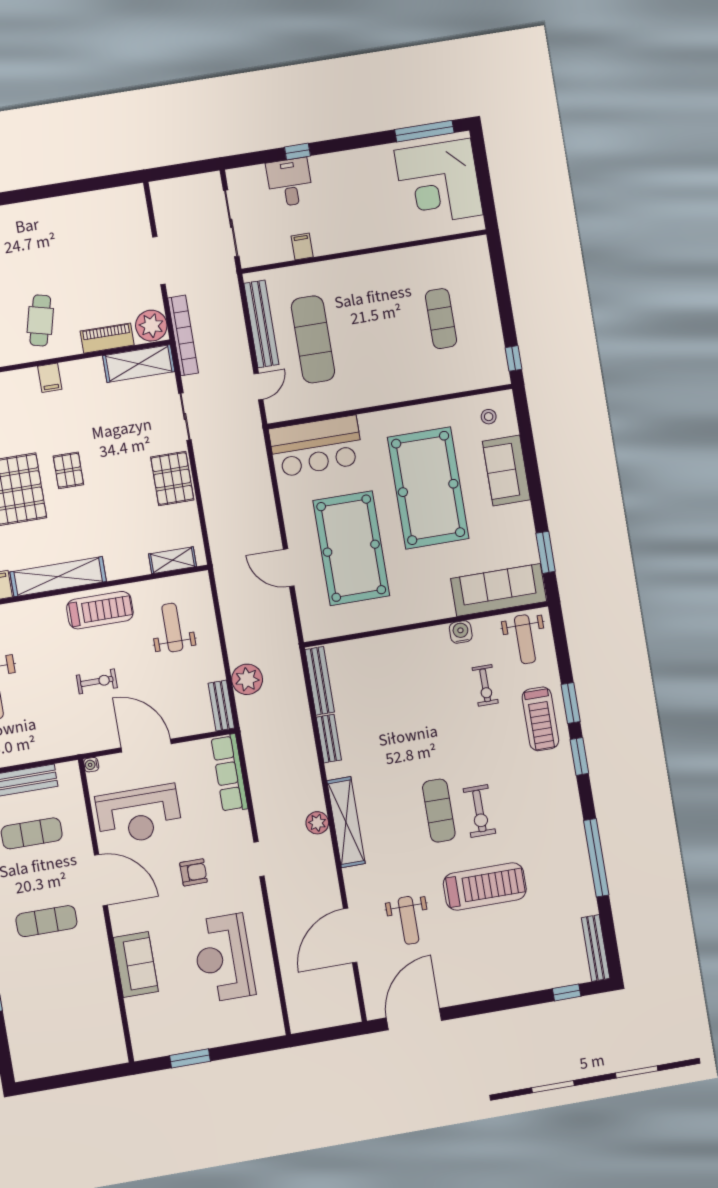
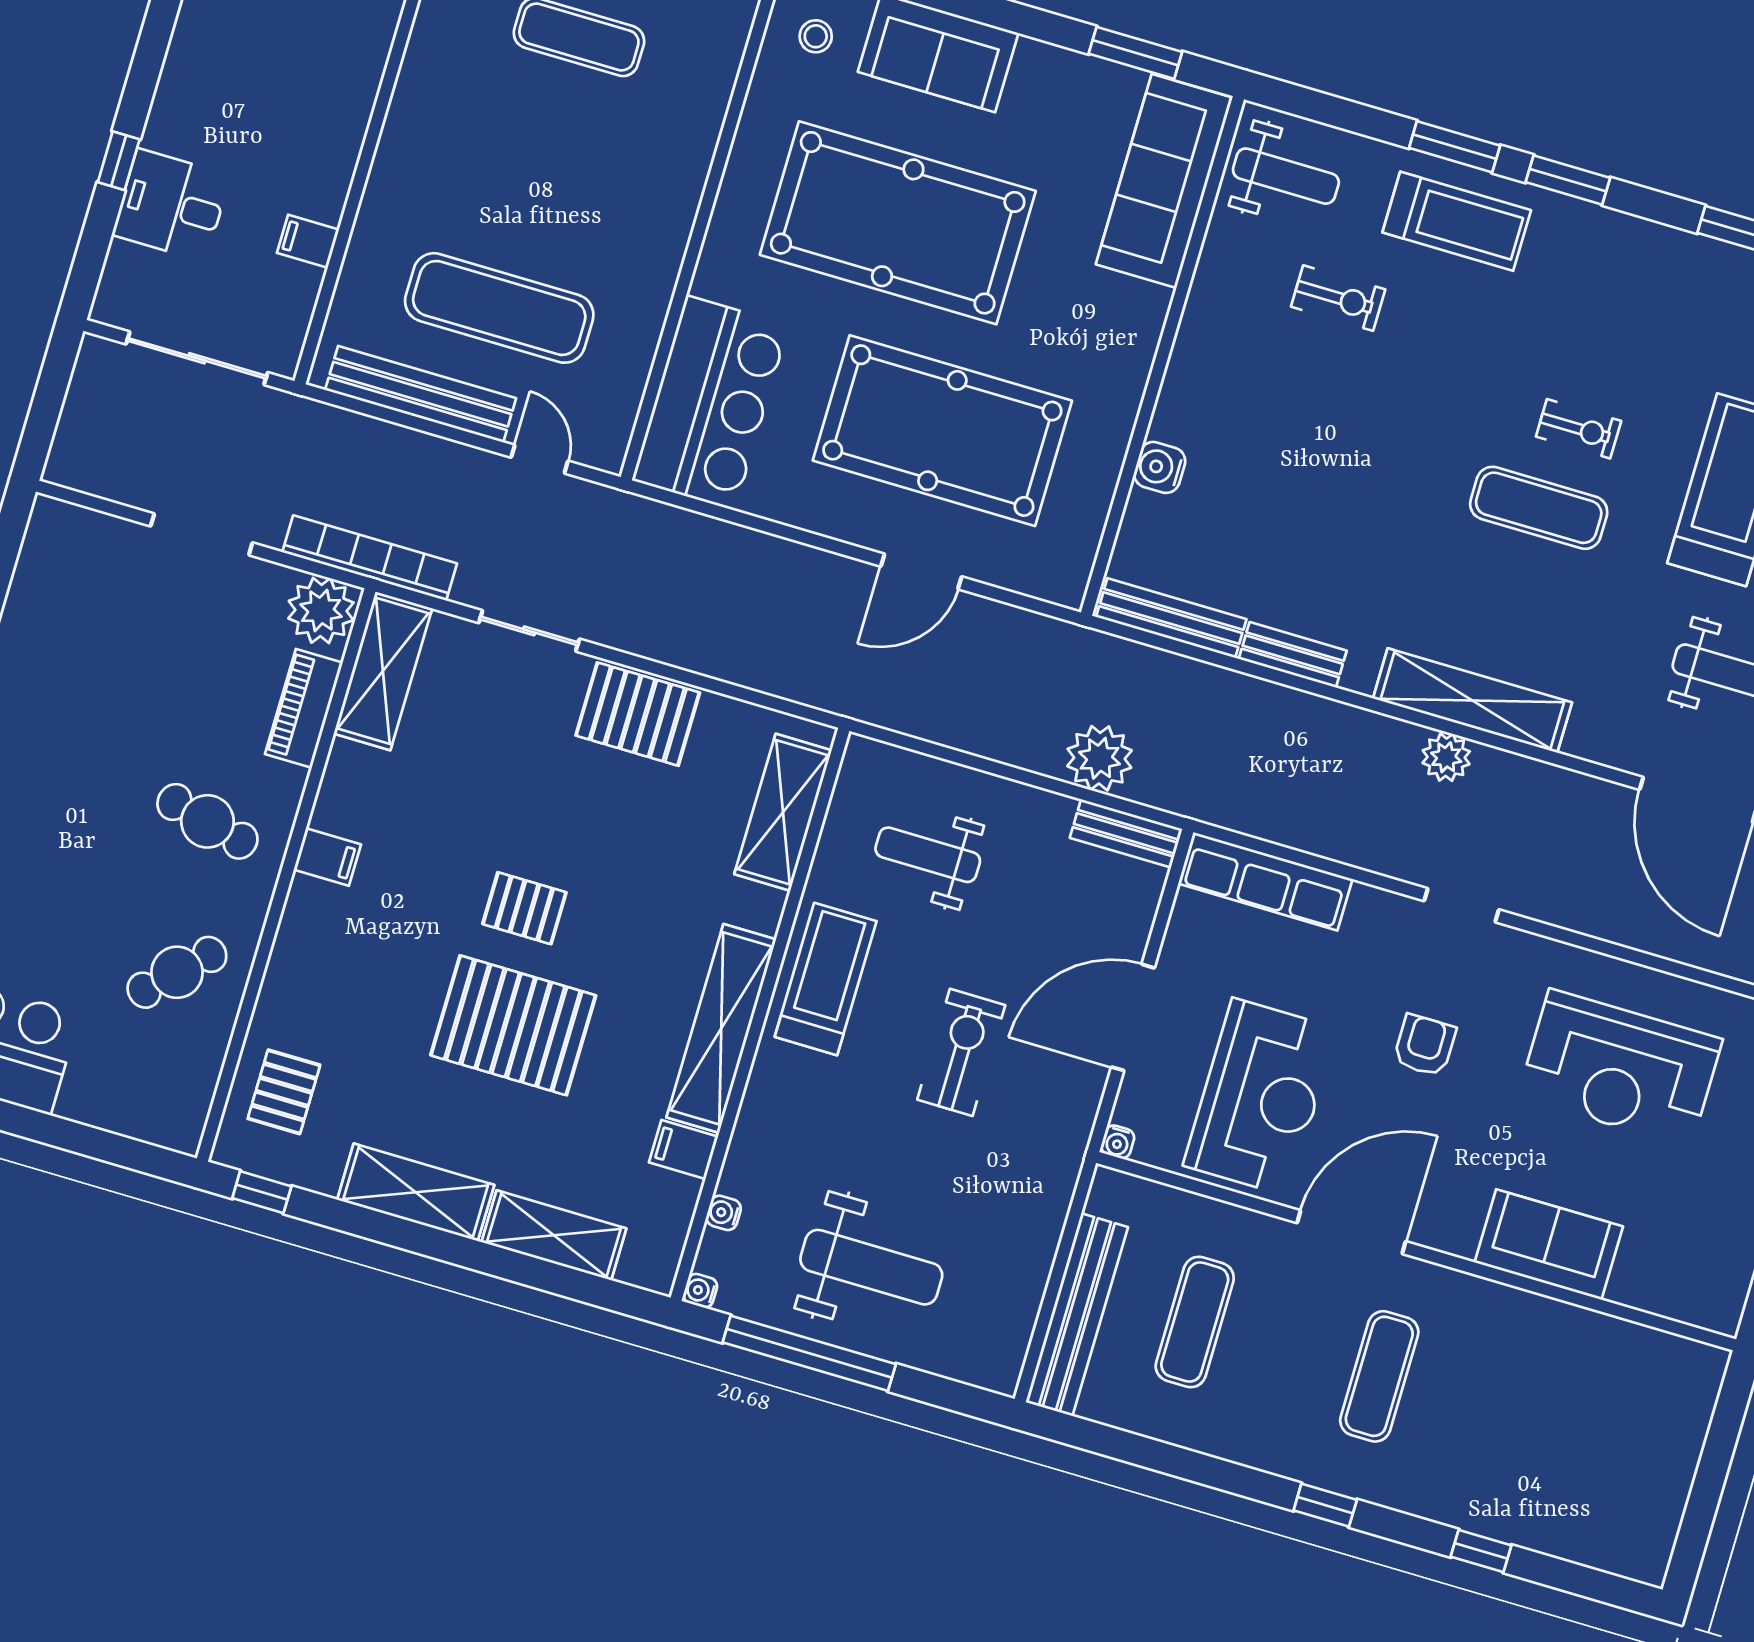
shelving: (172, 560) -> (783, 812), width x1.50, depth x1.33
water cooler: (461, 632) -> (1160, 467), moved
exercise bike: (97, 681) -> (961, 1052), width x1.38, depth x1.39
exercise bike: (479, 811) -> (1579, 429), width x0.73, depth x0.72

